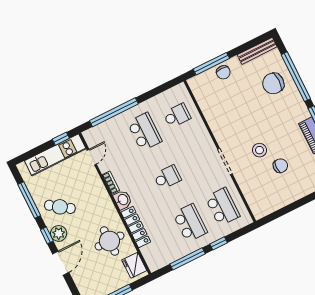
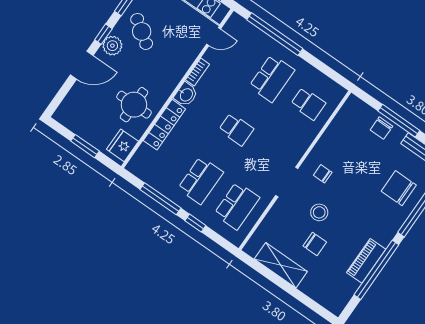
window: (211, 64) -> (399, 121), moved
chair: (233, 133) -> (323, 174), added
shelving: (282, 198) -> (281, 265), added

